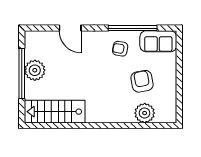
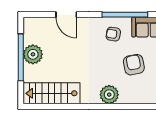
plant: (145, 113) -> (109, 95), moved

